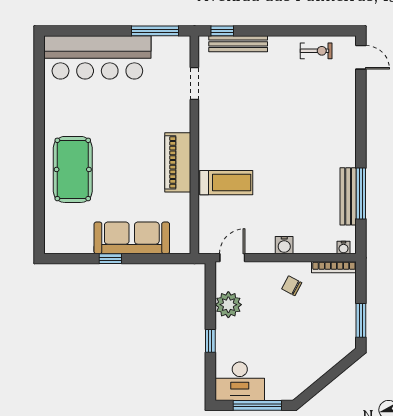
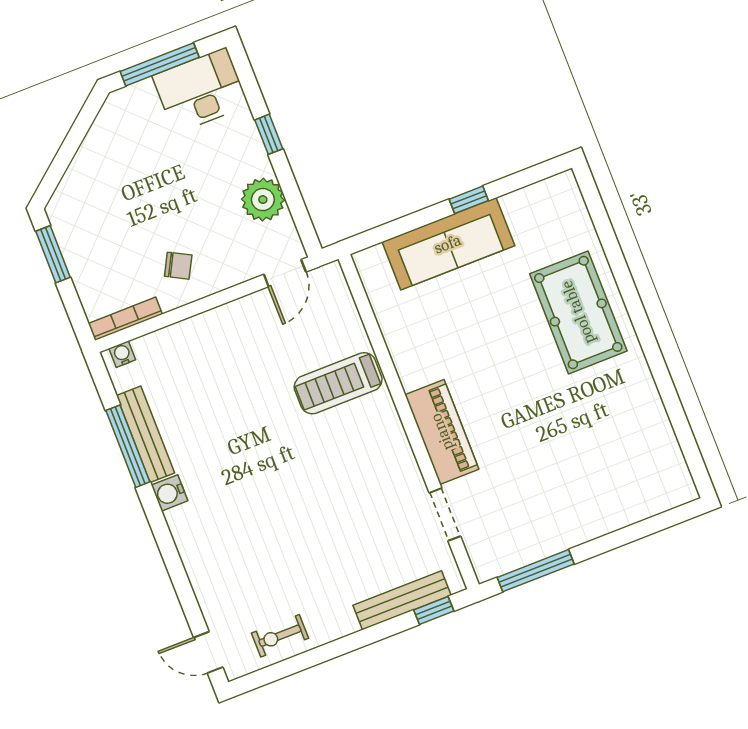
bar counter: (97, 57) -> (607, 497), removed
piano: (178, 162) -> (442, 432), moved
water cooler: (284, 245) -> (169, 493), moved, turned -90

